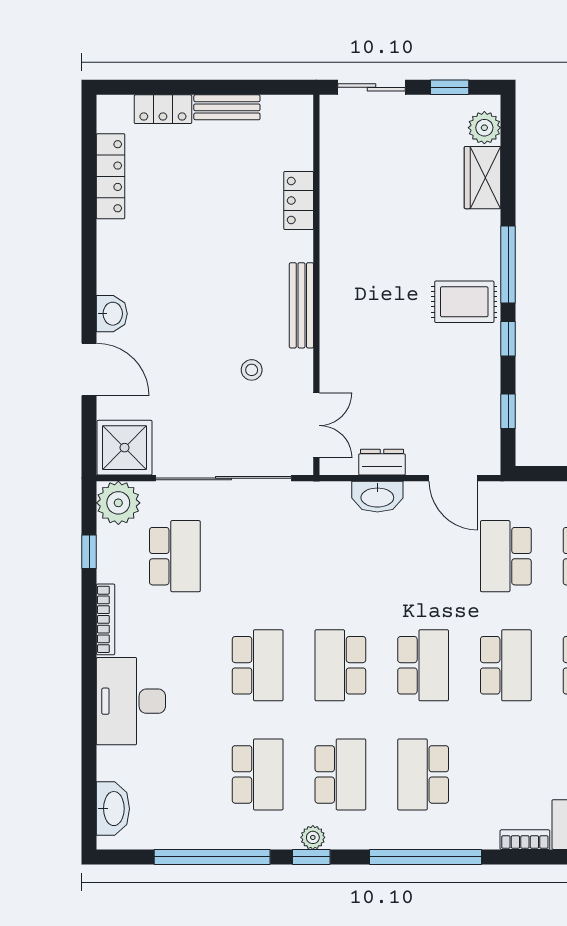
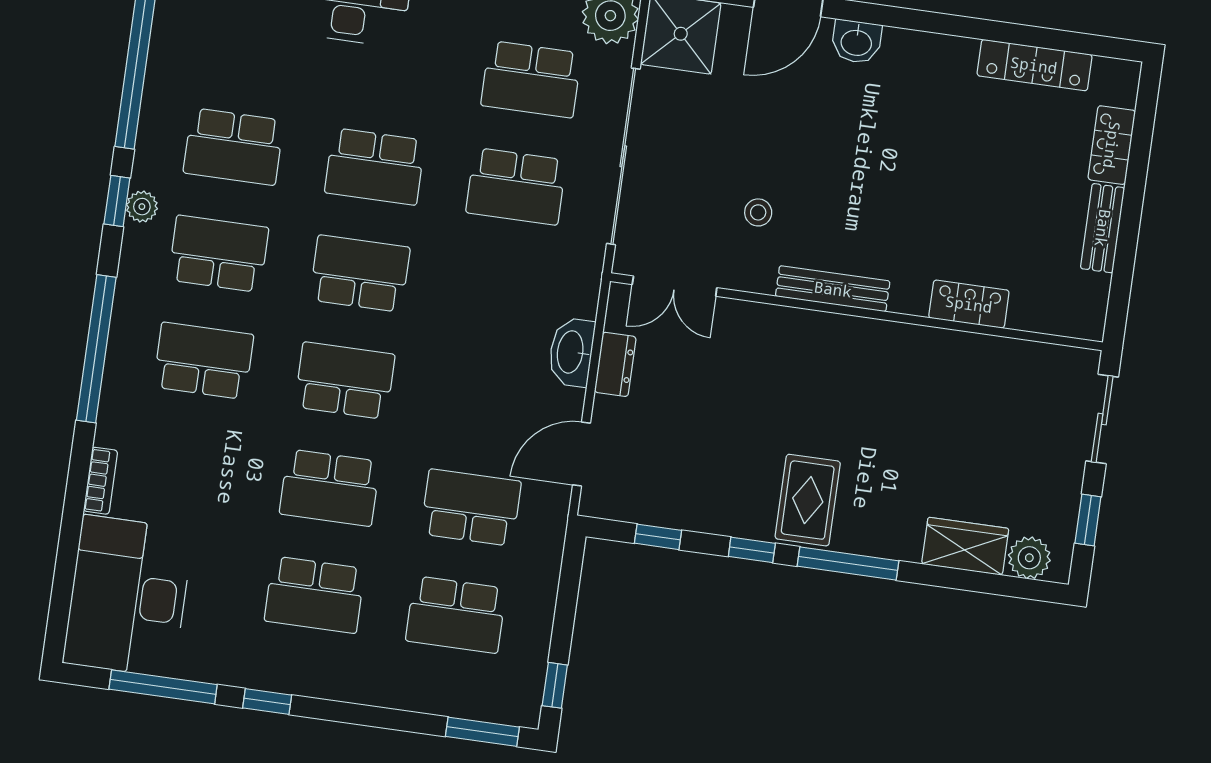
school desk: (258, 556) -> (516, 186), added
school desk: (423, 665) -> (345, 381), turned 180
school desk: (340, 774) -> (218, 254), turned 180

